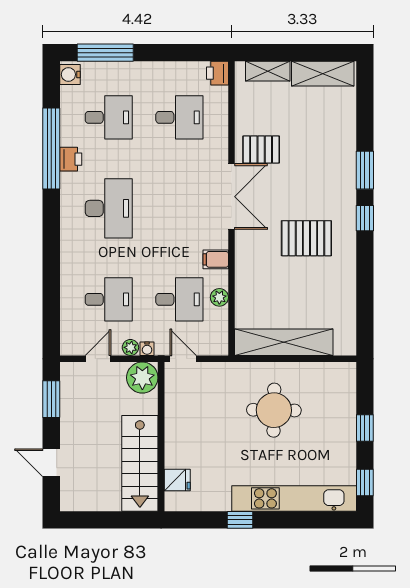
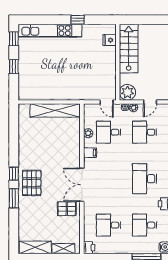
pallet: (306, 238) -> (32, 183), moved, turned 90
round table: (274, 410) -> (60, 76), removed

